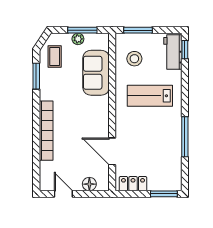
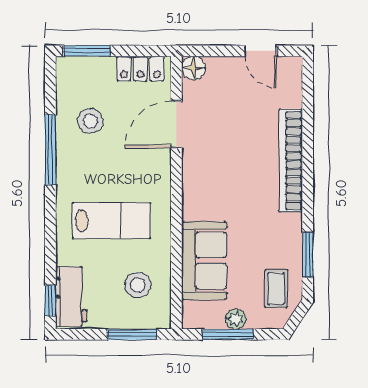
door: (112, 151) -> (176, 124), swing flipped
stool: (162, 153) -> (90, 121), added
floor lamp: (89, 184) -> (194, 68), moved

